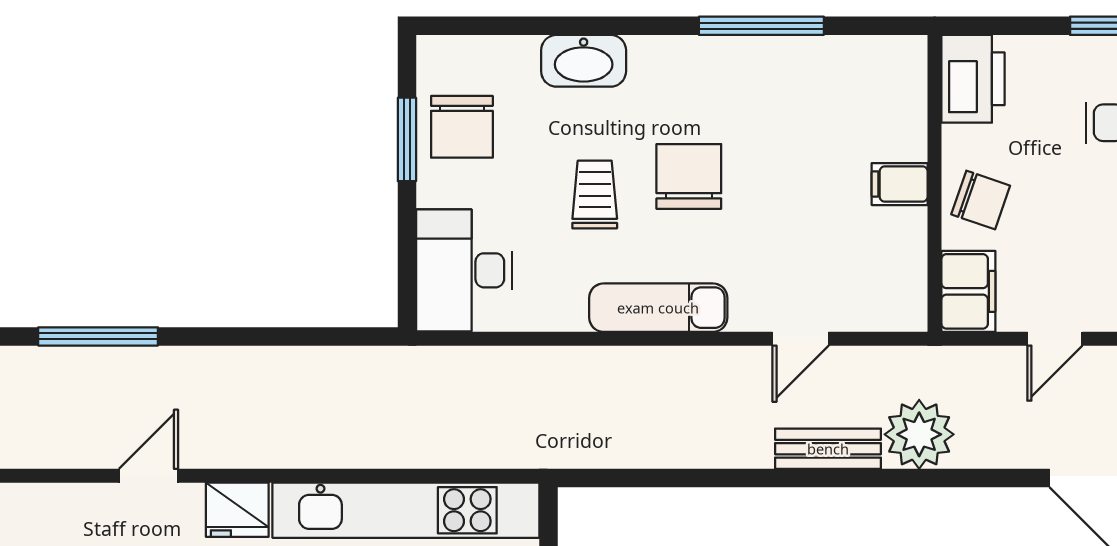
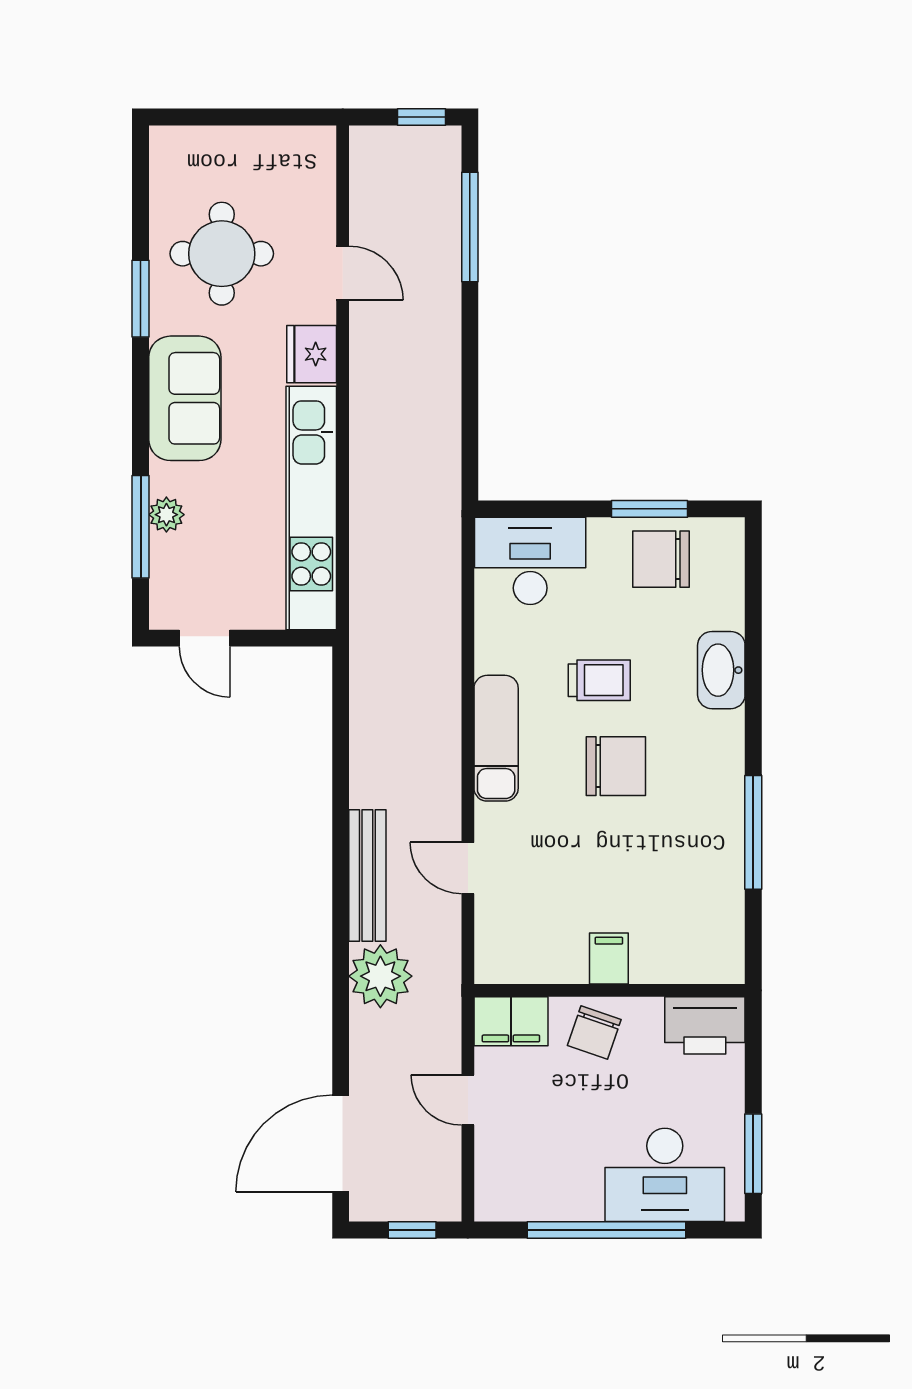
bench: (828, 449) -> (367, 876), width x1.36

